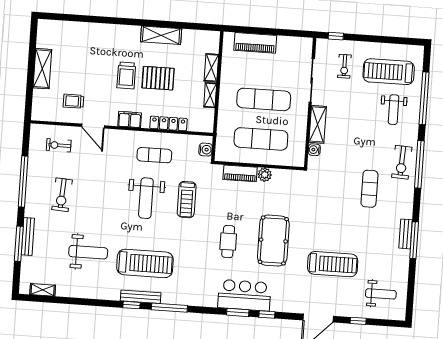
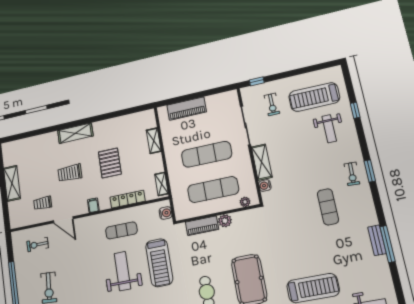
shelving: (161, 35) -> (75, 133), moved
trolley: (126, 75) -> (70, 173), moved, turned 90
pallet: (158, 78) -> (110, 163), turned 90
shelving: (210, 95) -> (161, 184), moved
window: (424, 98) -> (355, 110), width x0.32
filing cabinet: (130, 120) -> (93, 205), width x0.50
plant: (290, 161) -> (245, 202), added
exercise bike: (402, 162) -> (352, 174), width x0.73, depth x0.72
window: (419, 164) -> (370, 171), width x0.47
weight bench: (146, 198) -> (123, 271), turned 180
treadmill: (187, 200) -> (159, 263), width x1.37, depth x1.38

